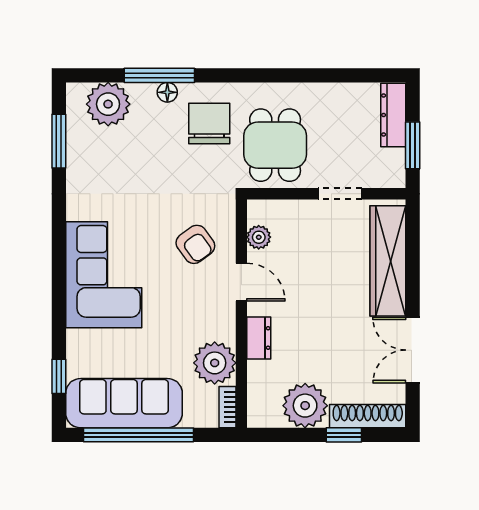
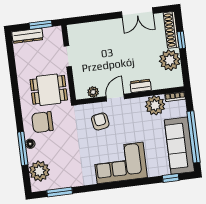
armchair: (195, 244) -> (100, 121), turned -63
wardrobe: (388, 261) -> (97, 30), removed

